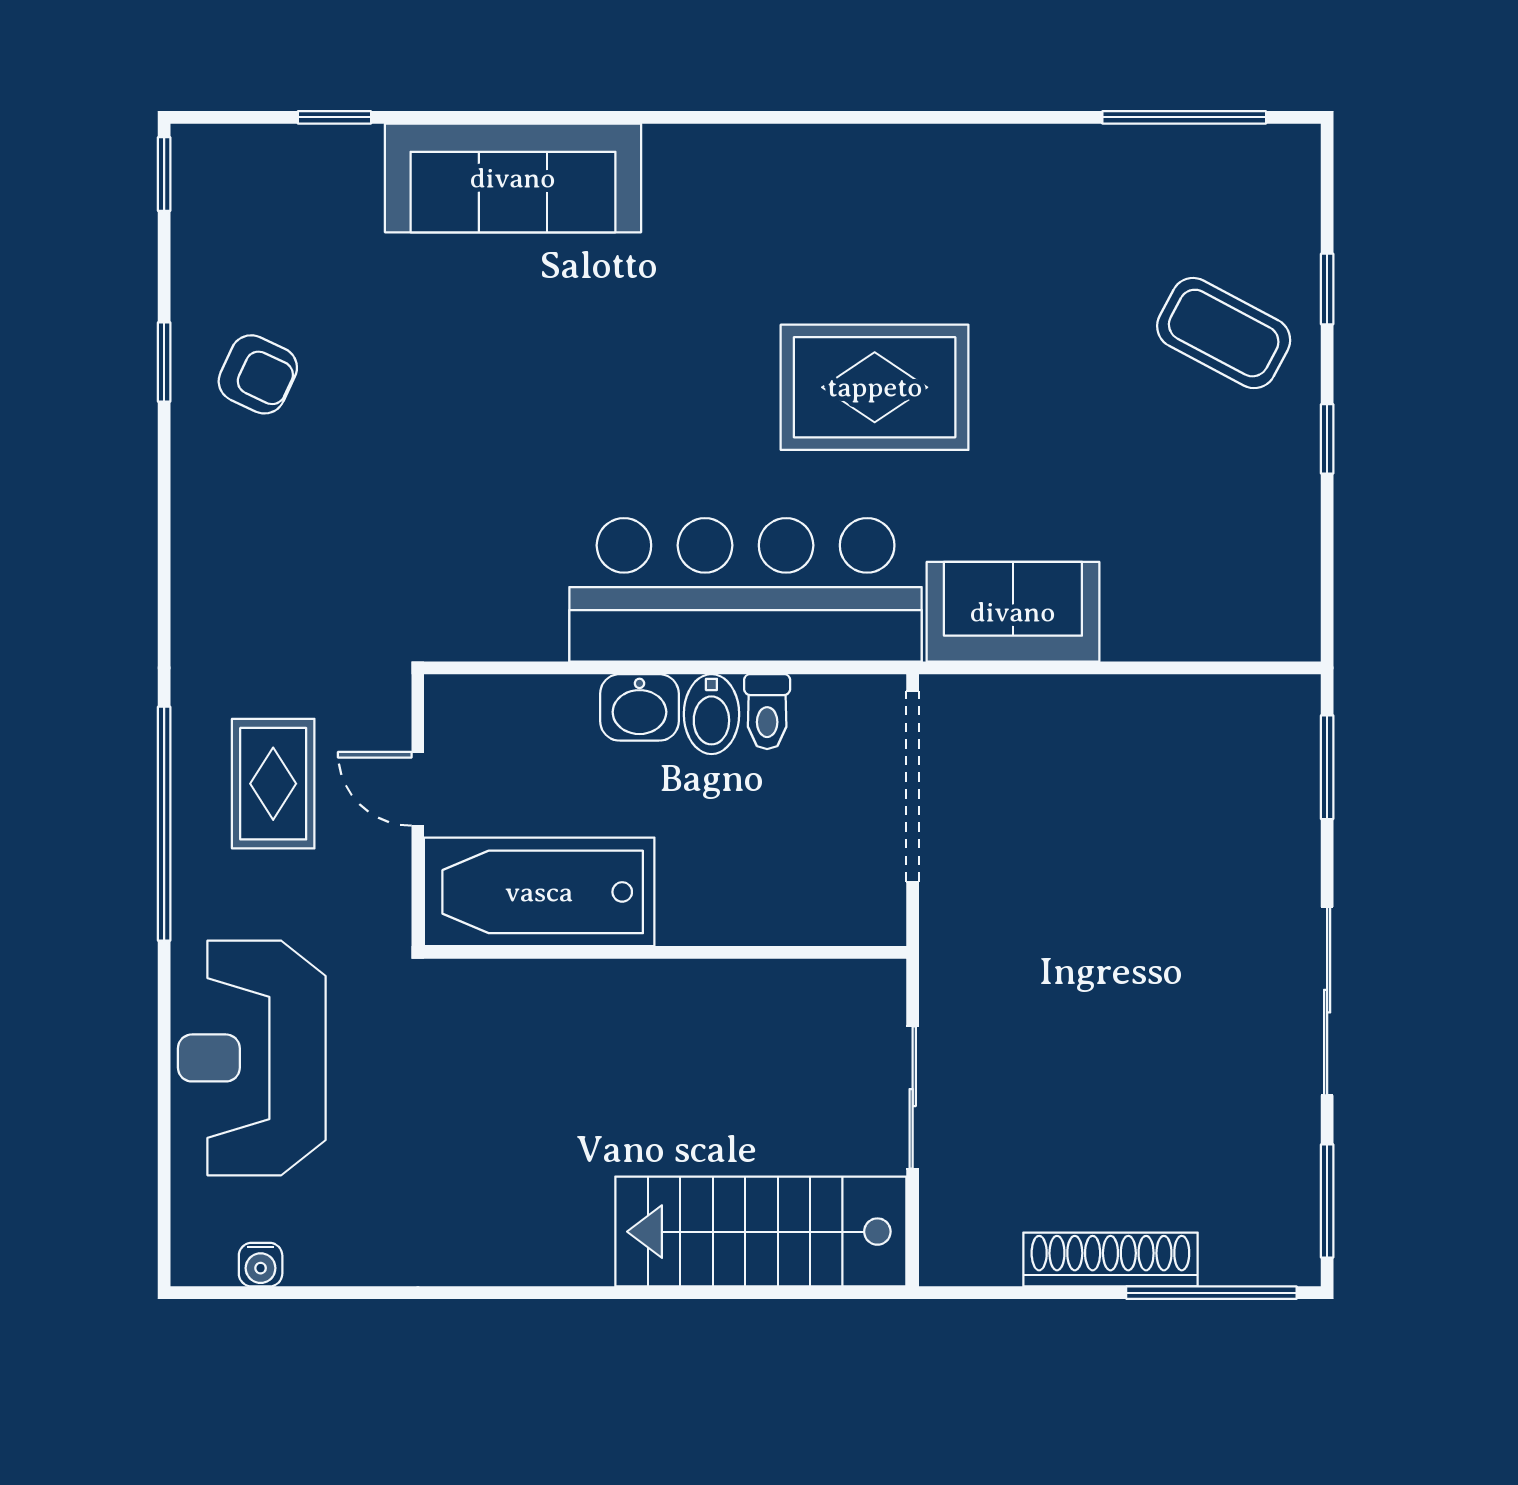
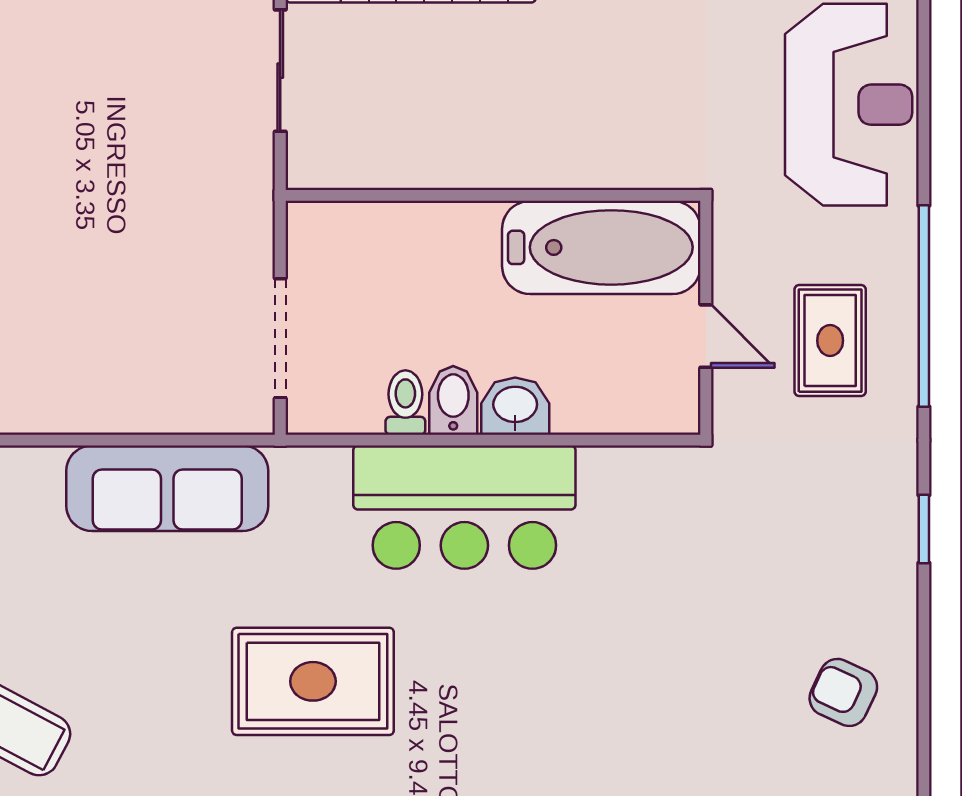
window: (164, 362) -> (924, 529), moved
bar counter: (746, 590) -> (464, 507), width x0.73
sofa: (1013, 612) -> (167, 488), width x1.36
doorway: (913, 786) -> (280, 338), width x0.73

